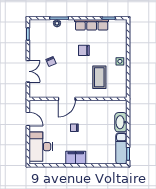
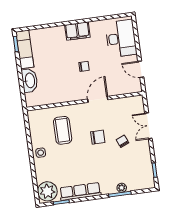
plant: (119, 29) -> (47, 191), added
chair: (84, 50) -> (98, 137), moved

